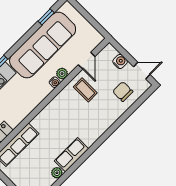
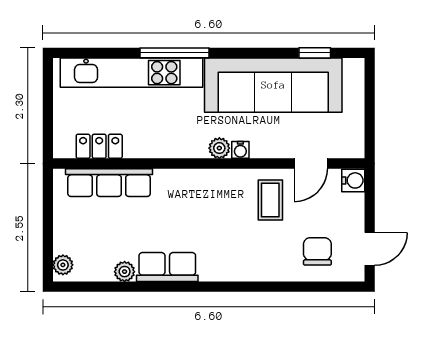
water cooler: (120, 61) -> (353, 180), moved
door: (142, 71) -> (370, 249), hinge flipped
plant: (62, 74) -> (219, 148), moved

